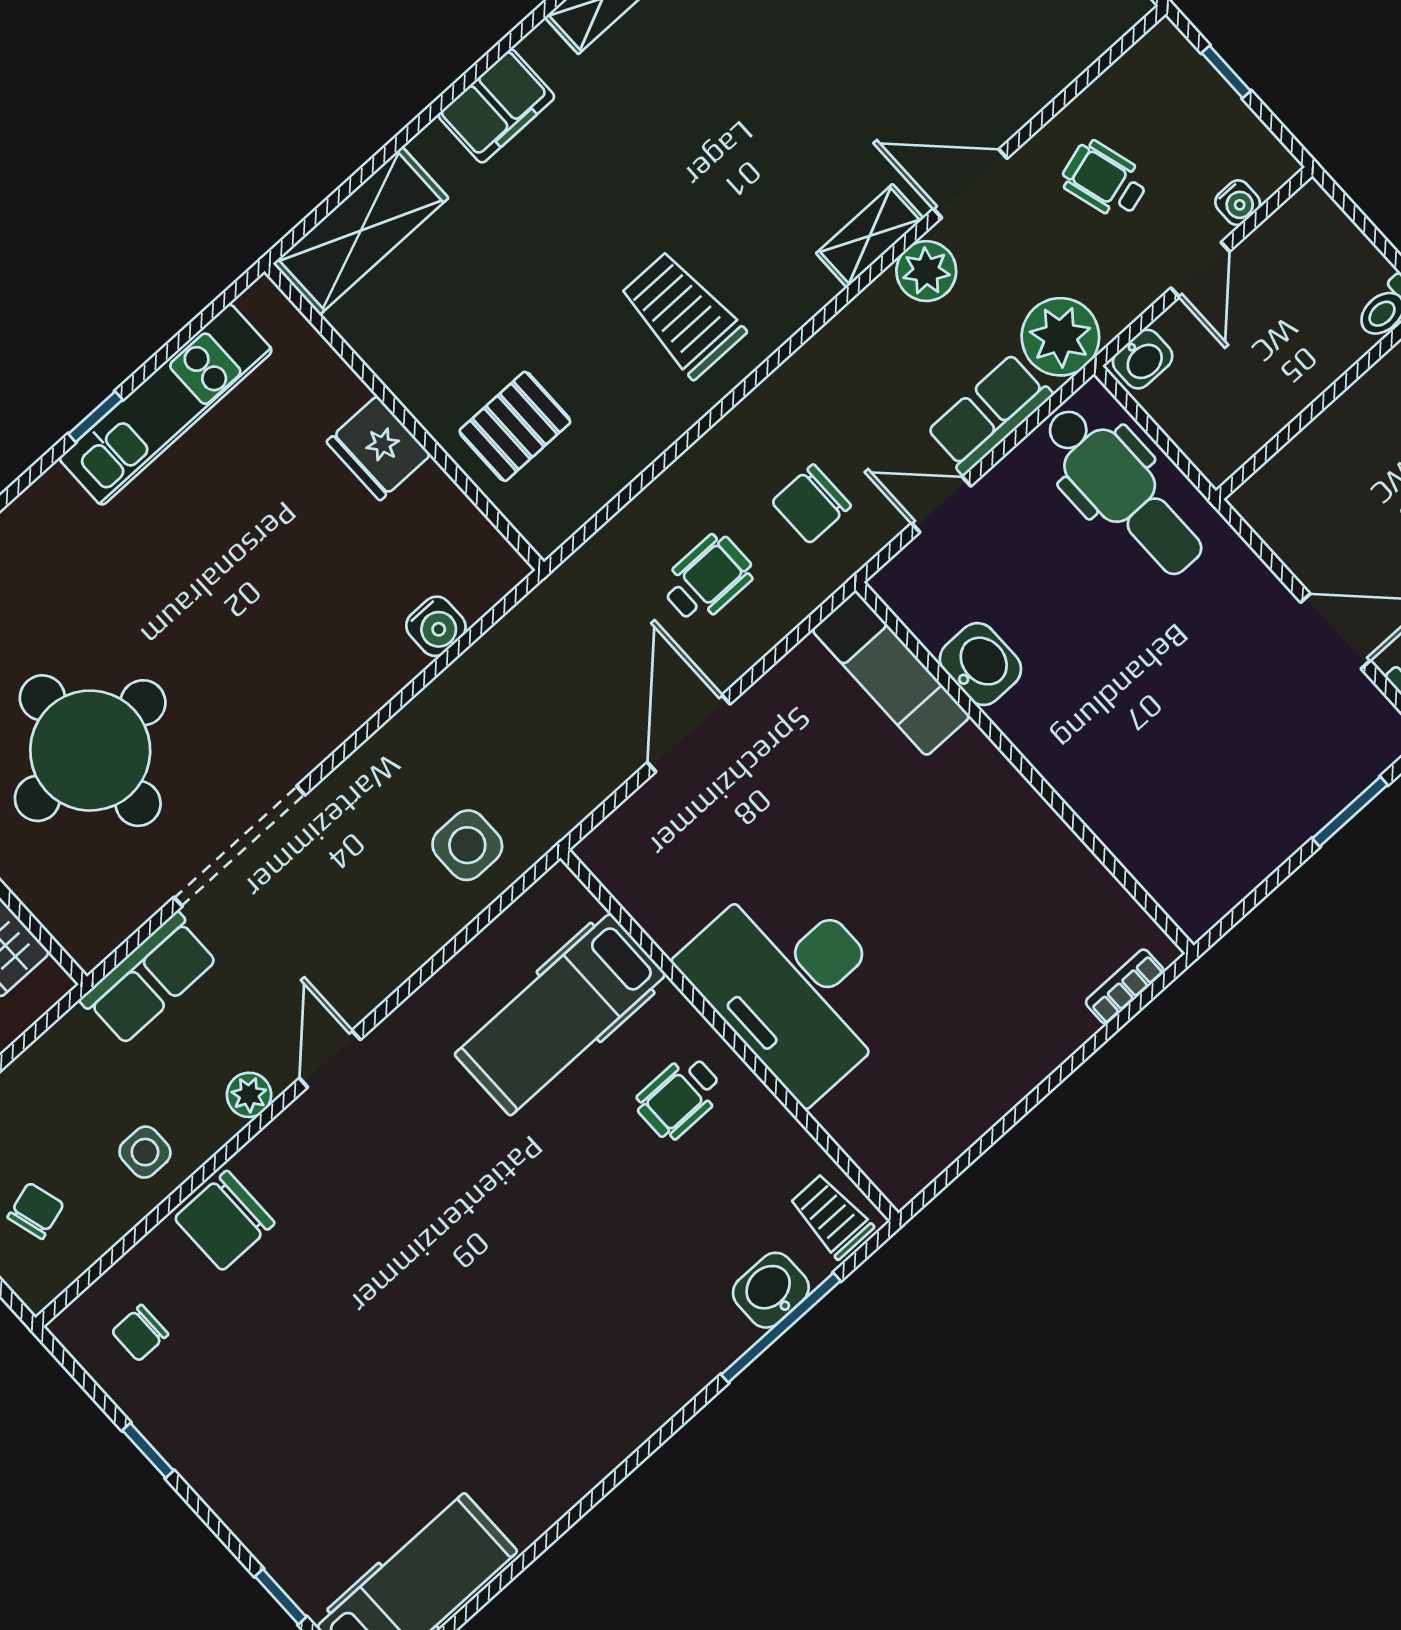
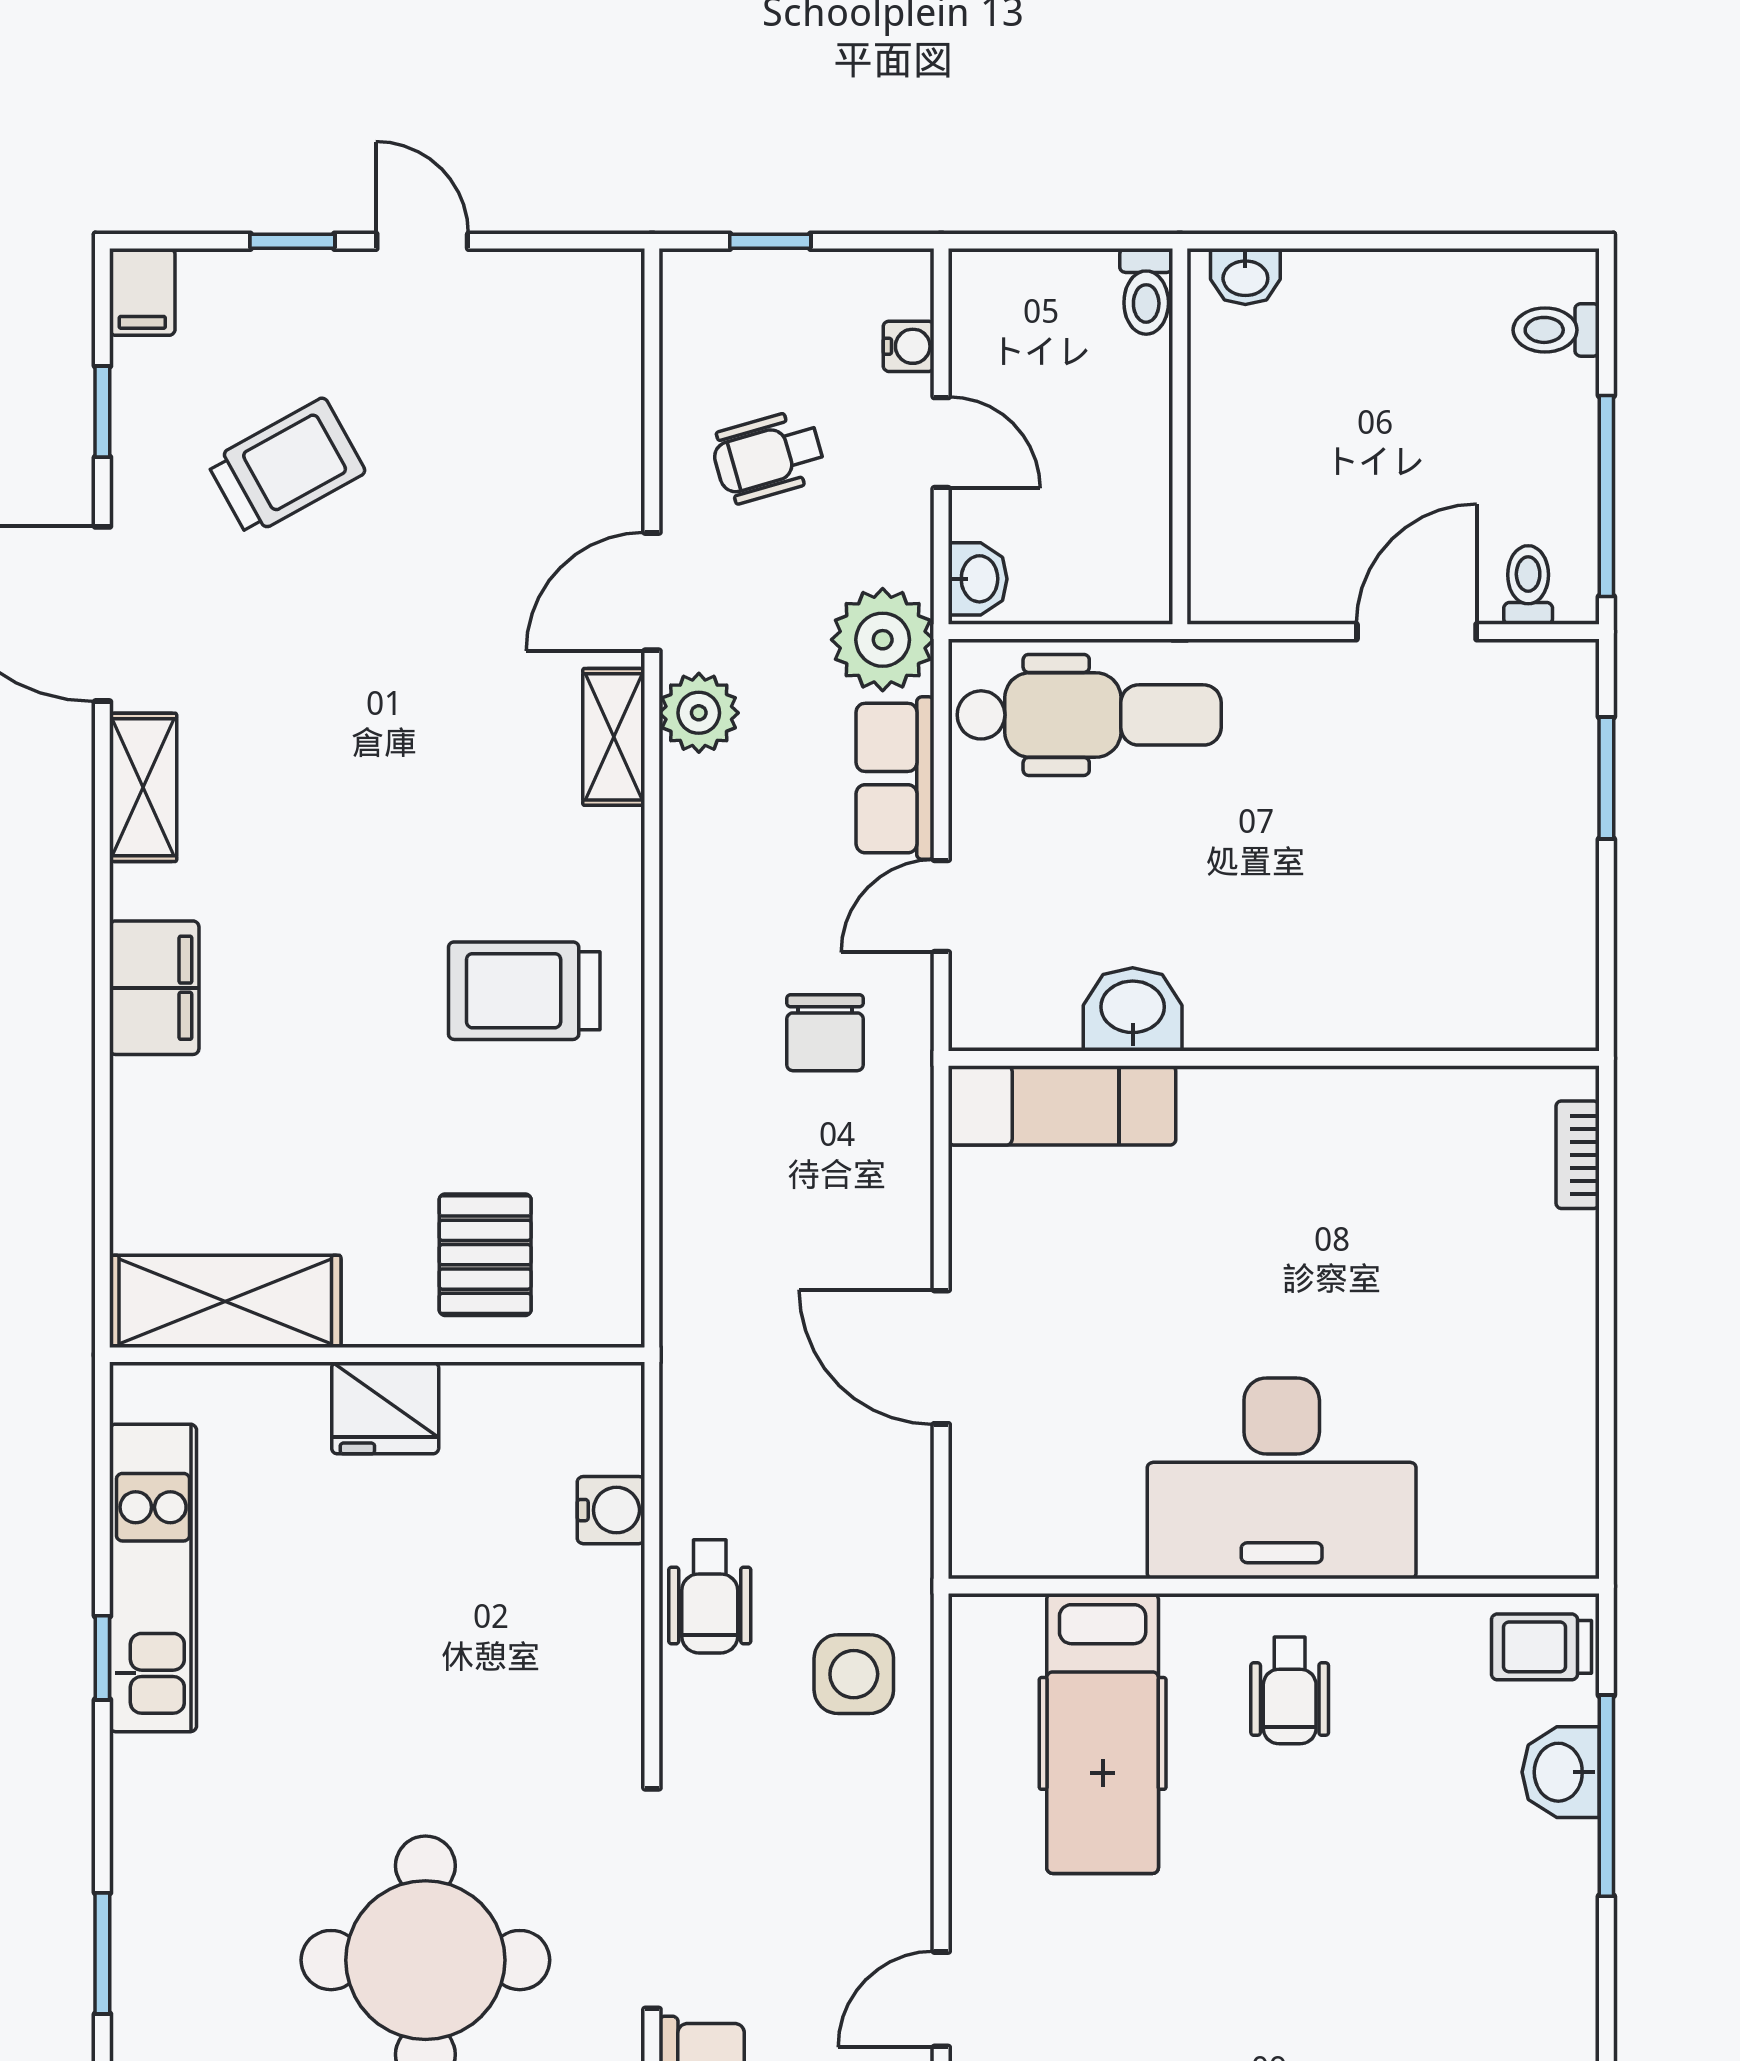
shelving: (361, 231) -> (225, 1301), moved, turned 90
wheelchair: (707, 579) -> (710, 1596), moved, turned 180
door: (330, 1059) -> (941, 1999), hinge flipped

